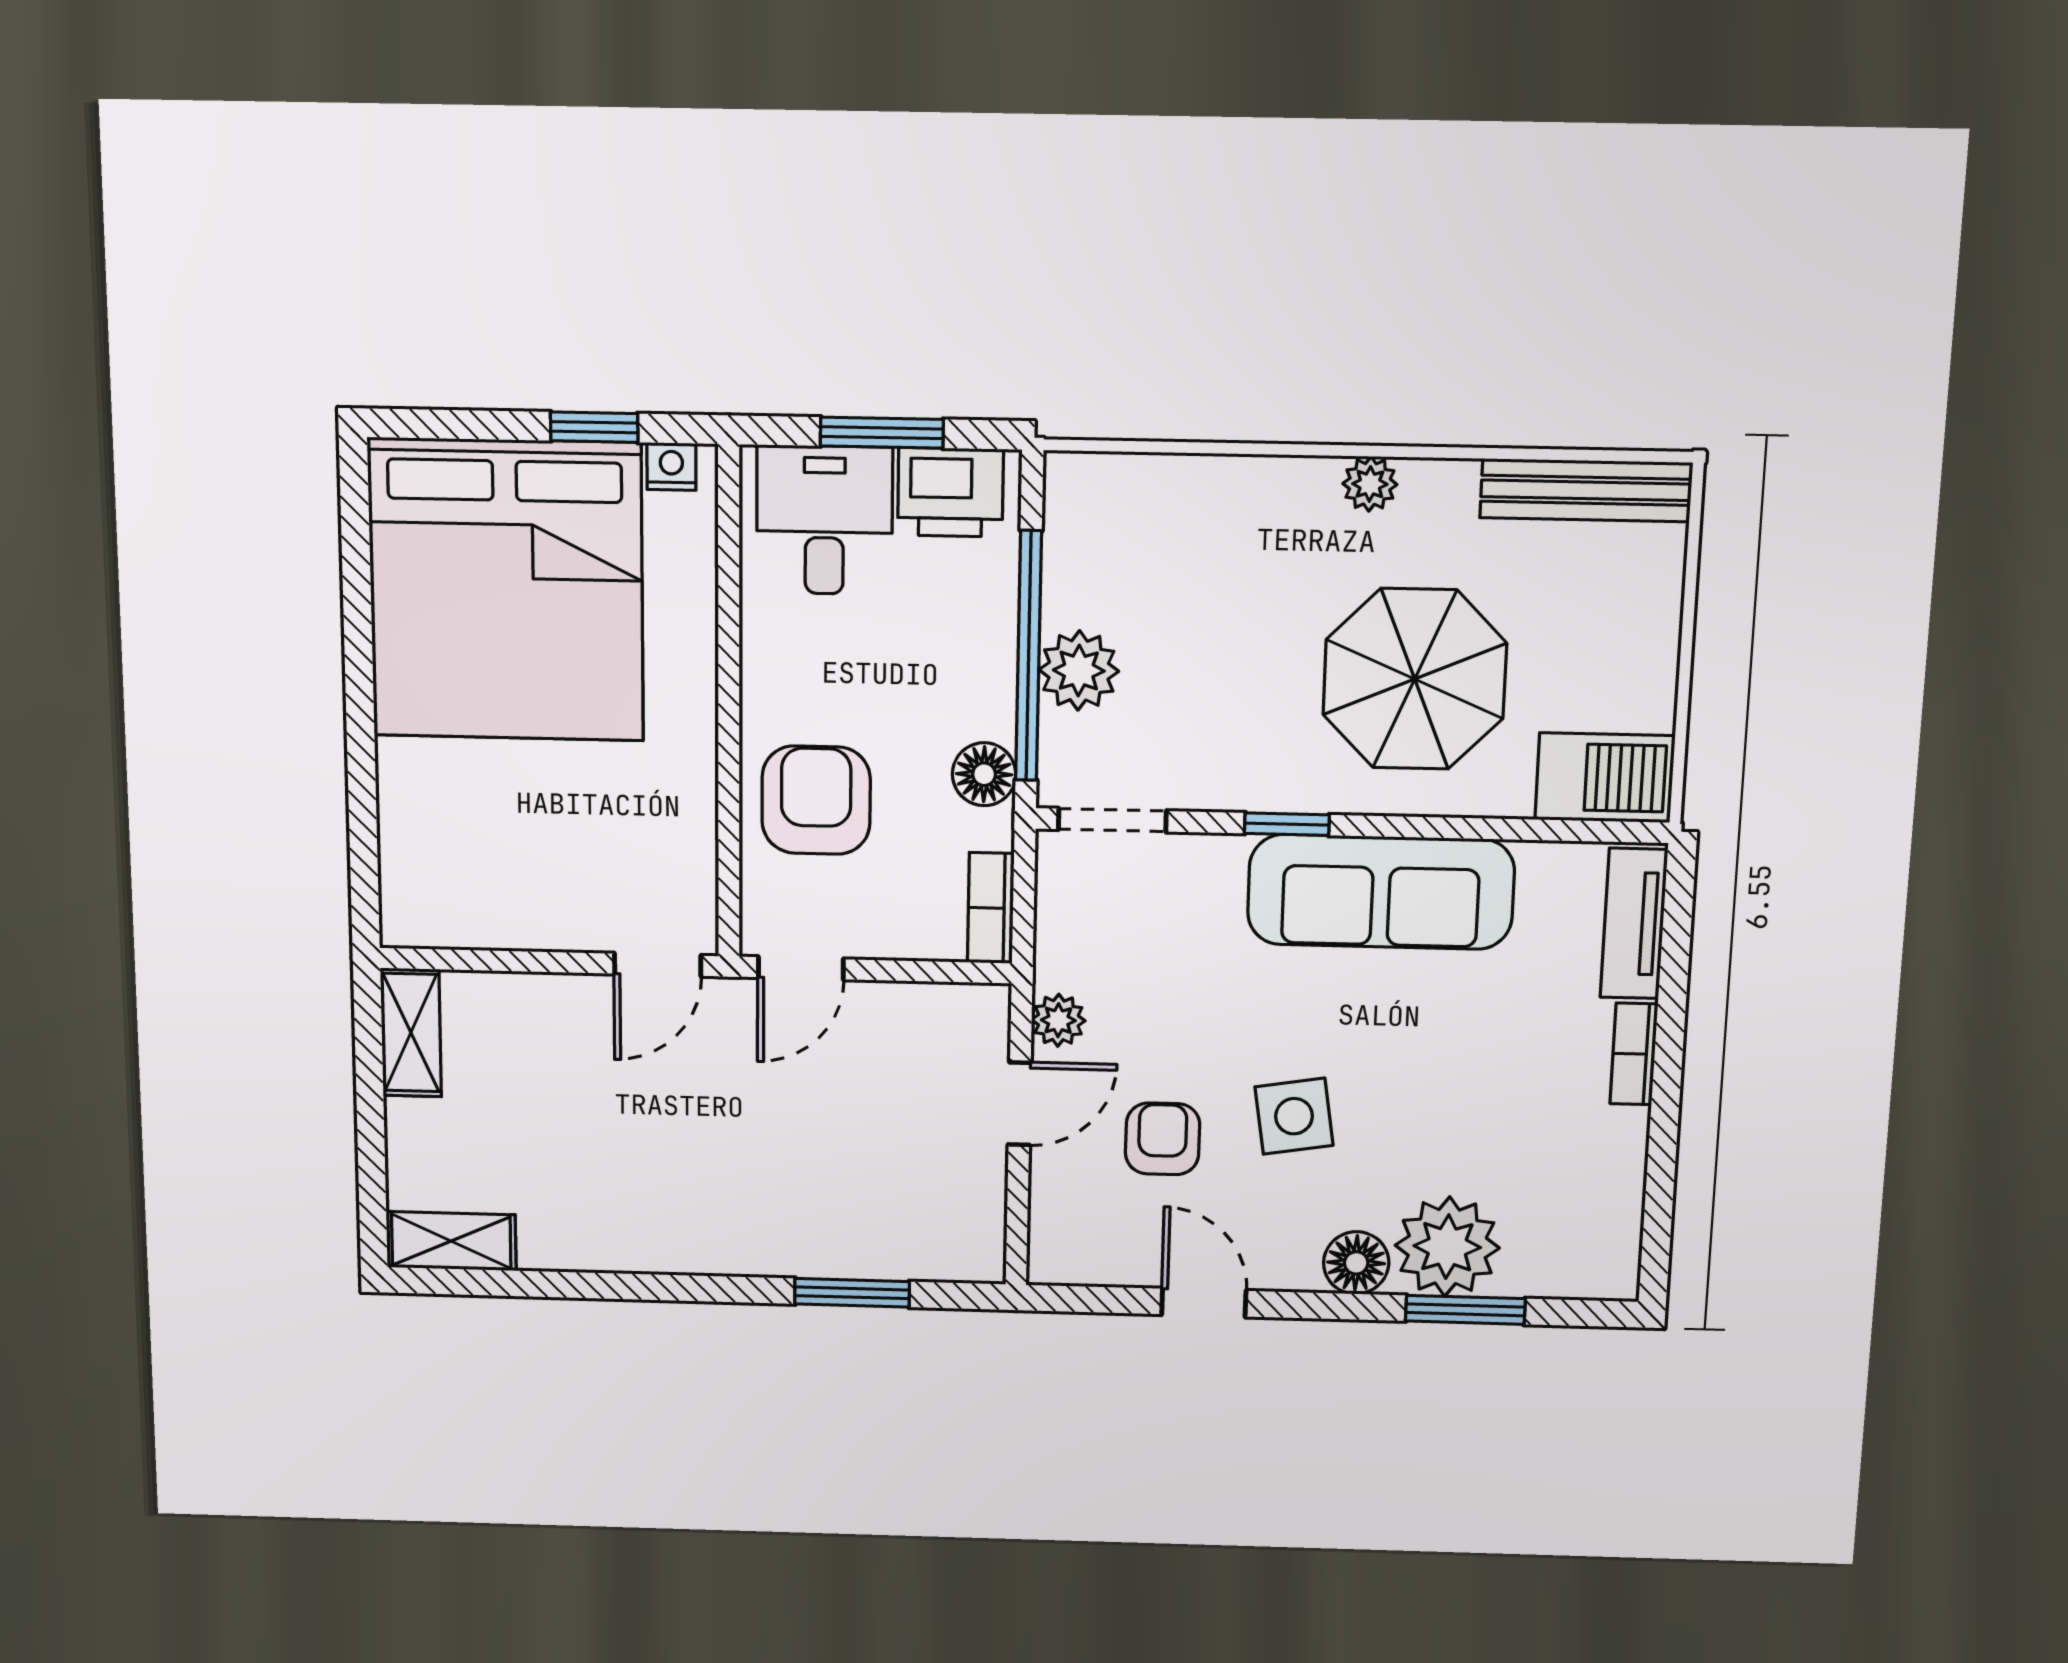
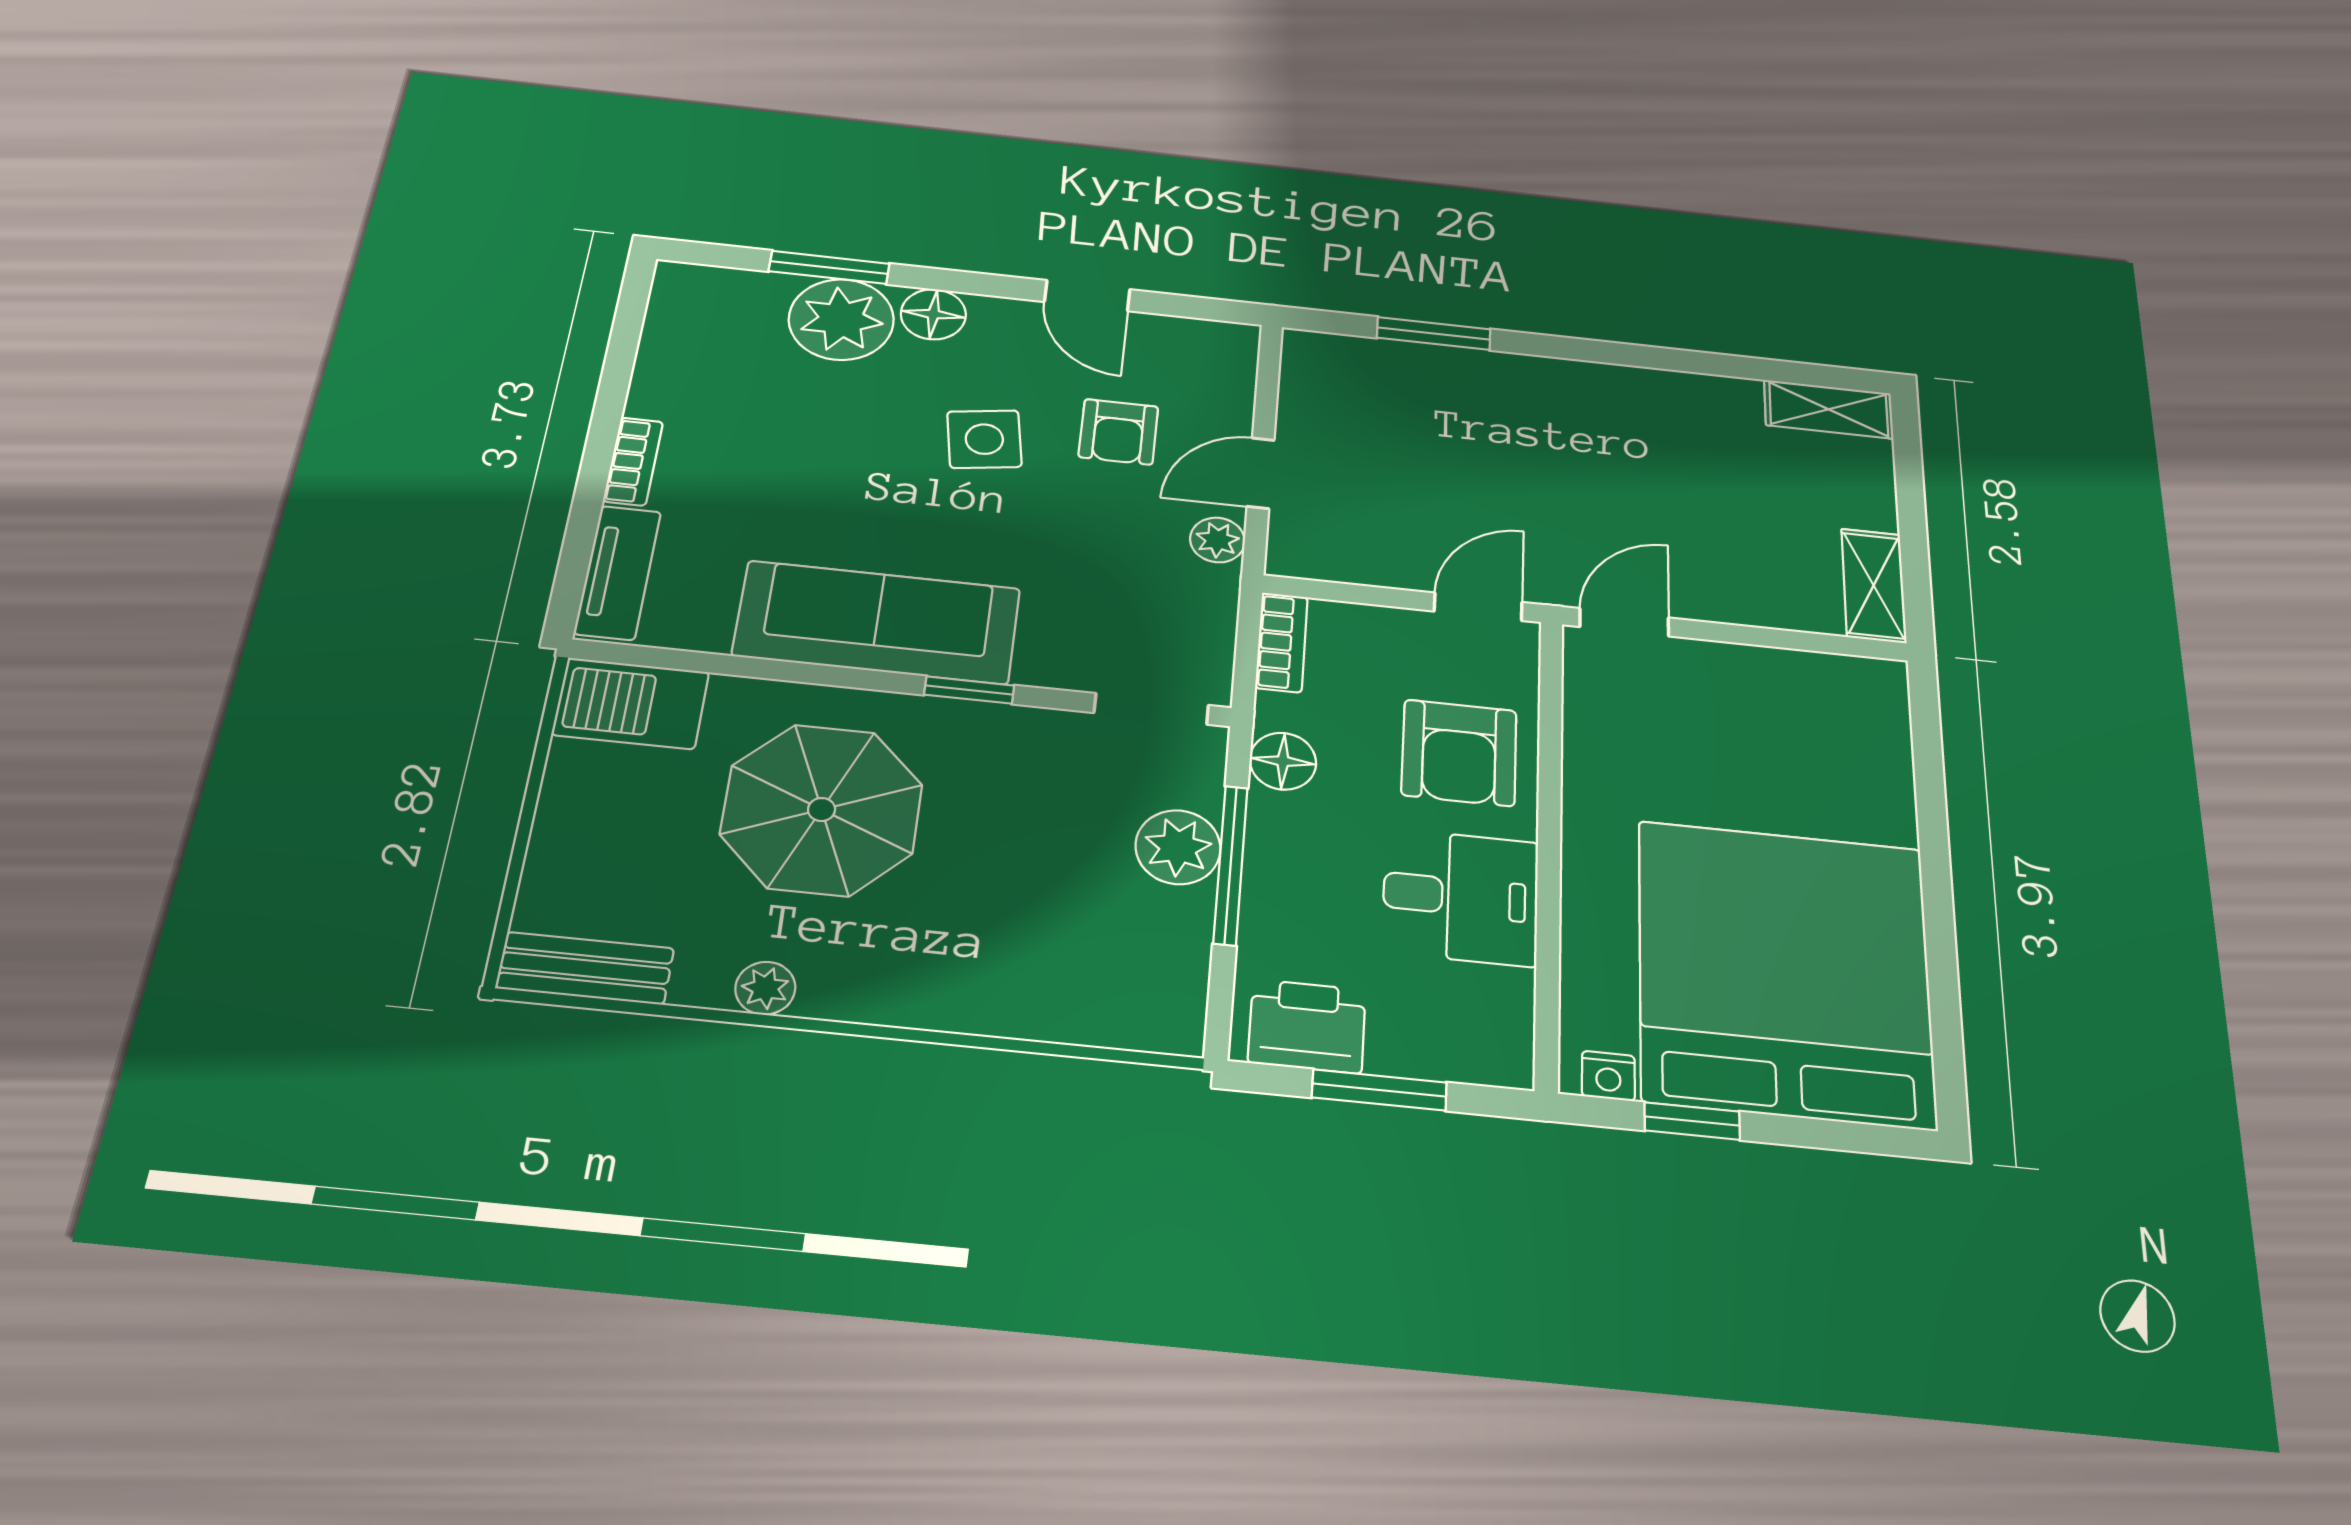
plant: (1370, 484) -> (765, 988), moved
bench: (1586, 490) -> (585, 968), width x0.73
desk: (824, 520) -> (1461, 897), moved, turned -90
window: (1029, 656) -> (1231, 865), width x0.68

